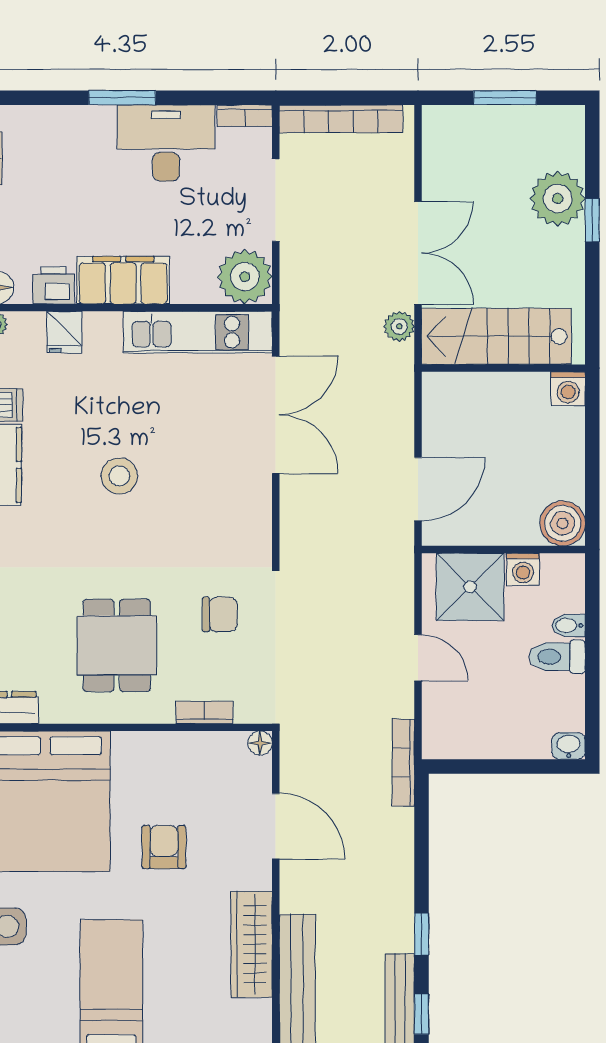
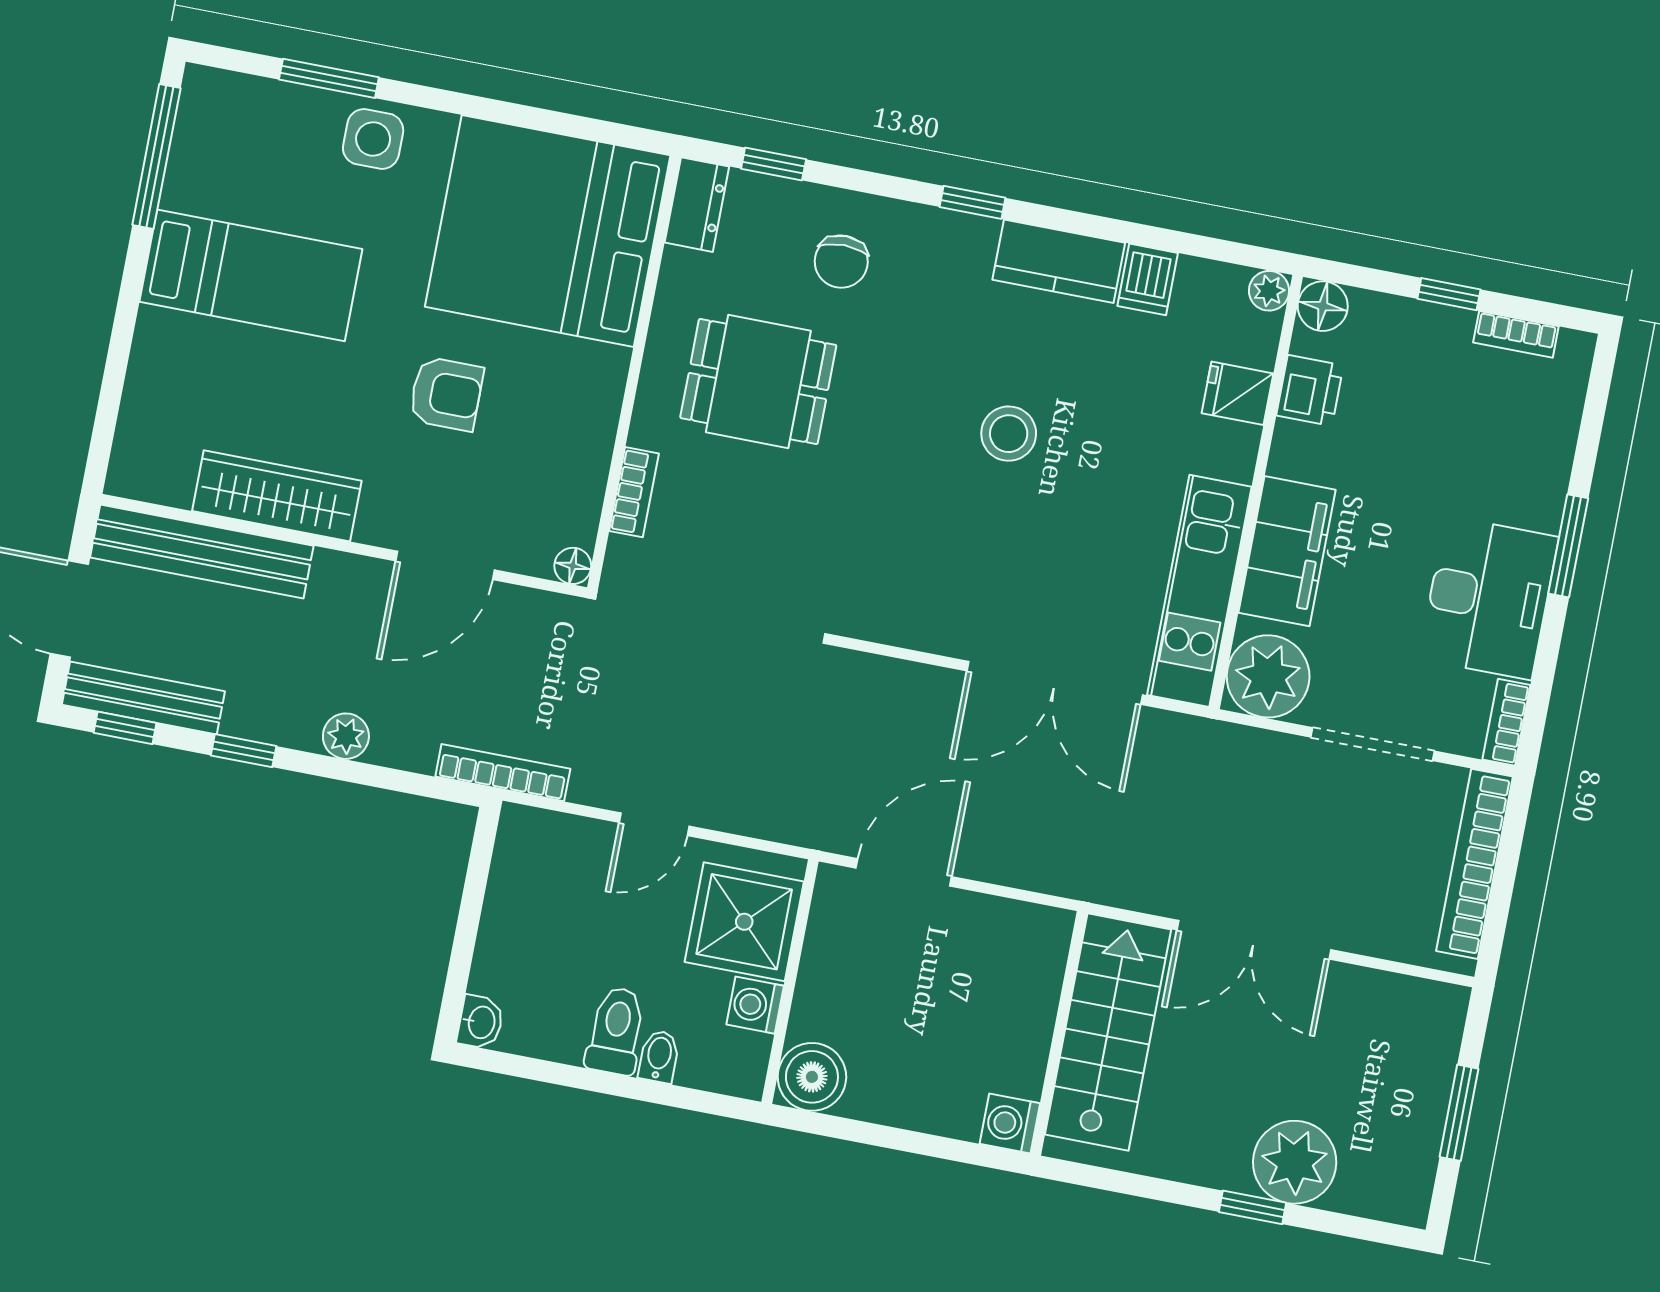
filing cabinet: (123, 280) -> (1287, 551), moved
plant: (399, 326) -> (346, 736), moved
door: (418, 489) -> (904, 872), swing flipped
chair: (220, 614) -> (841, 262), moved

